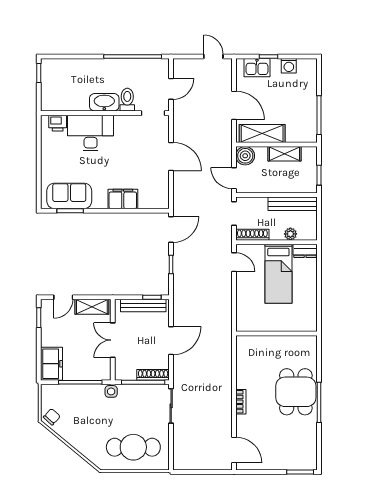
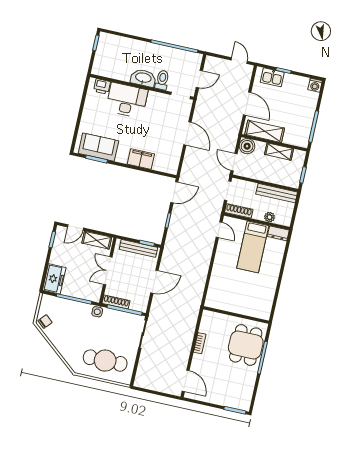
washing machine: (289, 66) -> (315, 85), moved
wall: (277, 333) -> (236, 315), moved
shoe rack: (153, 375) -> (116, 302), moved

